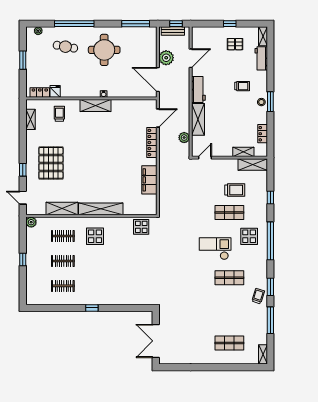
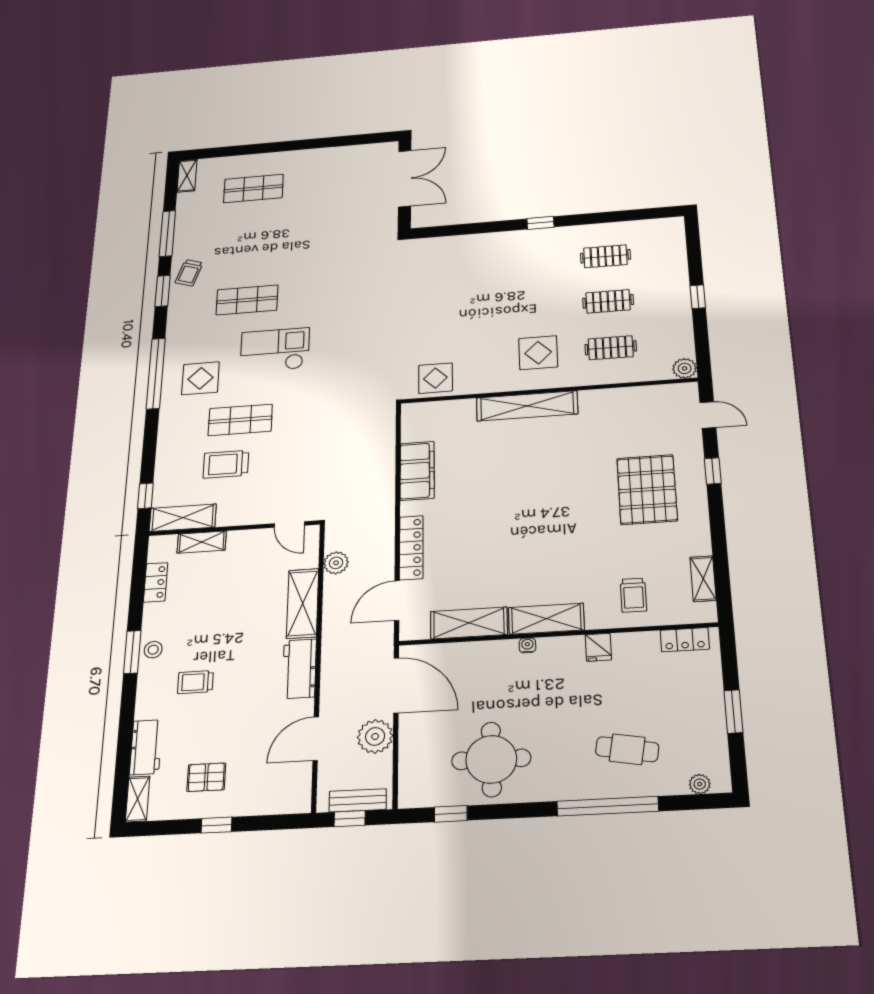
window: (136, 24) -> (451, 814), width x0.46
round table: (104, 50) -> (491, 759), moved
fridge: (55, 91) -> (598, 647), moved
door: (205, 158) -> (289, 524), hinge flipped
window: (270, 197) -> (145, 496), moved
shelving: (62, 209) -> (469, 623), moved
checkout: (215, 249) -> (275, 350), turned 180

